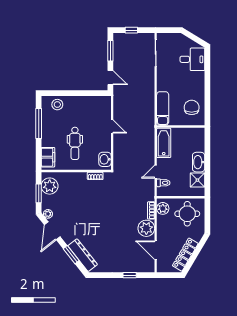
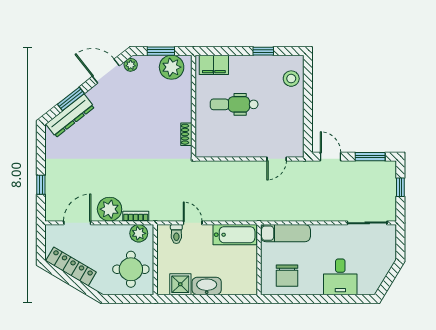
desk: (192, 59) -> (340, 277), moved
door: (110, 78) -> (331, 157), swing flipped
chair: (192, 107) -> (287, 276), turned 90
window: (39, 124) -> (263, 51), width x0.46
door: (112, 127) -> (277, 159), moved
washbasin: (105, 159) -> (211, 148), removed

